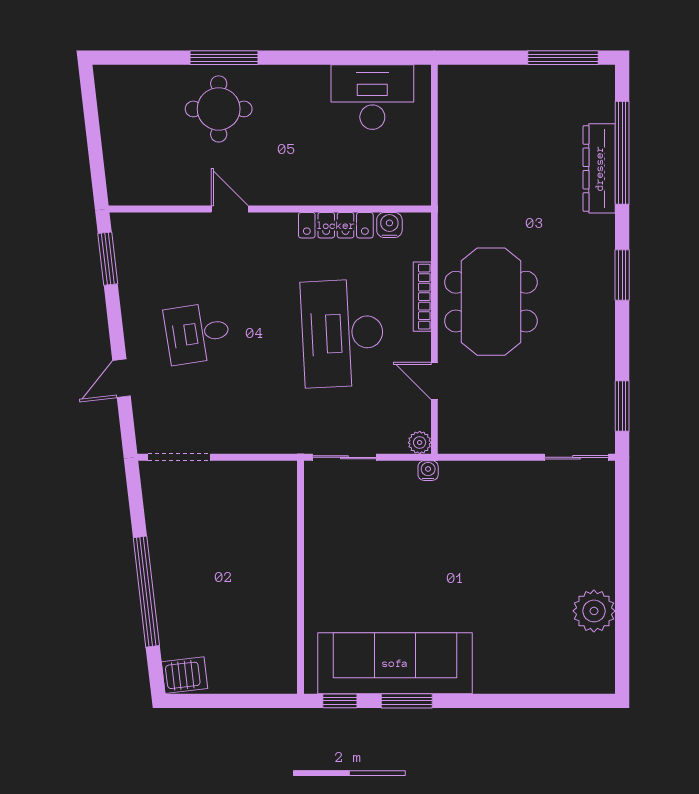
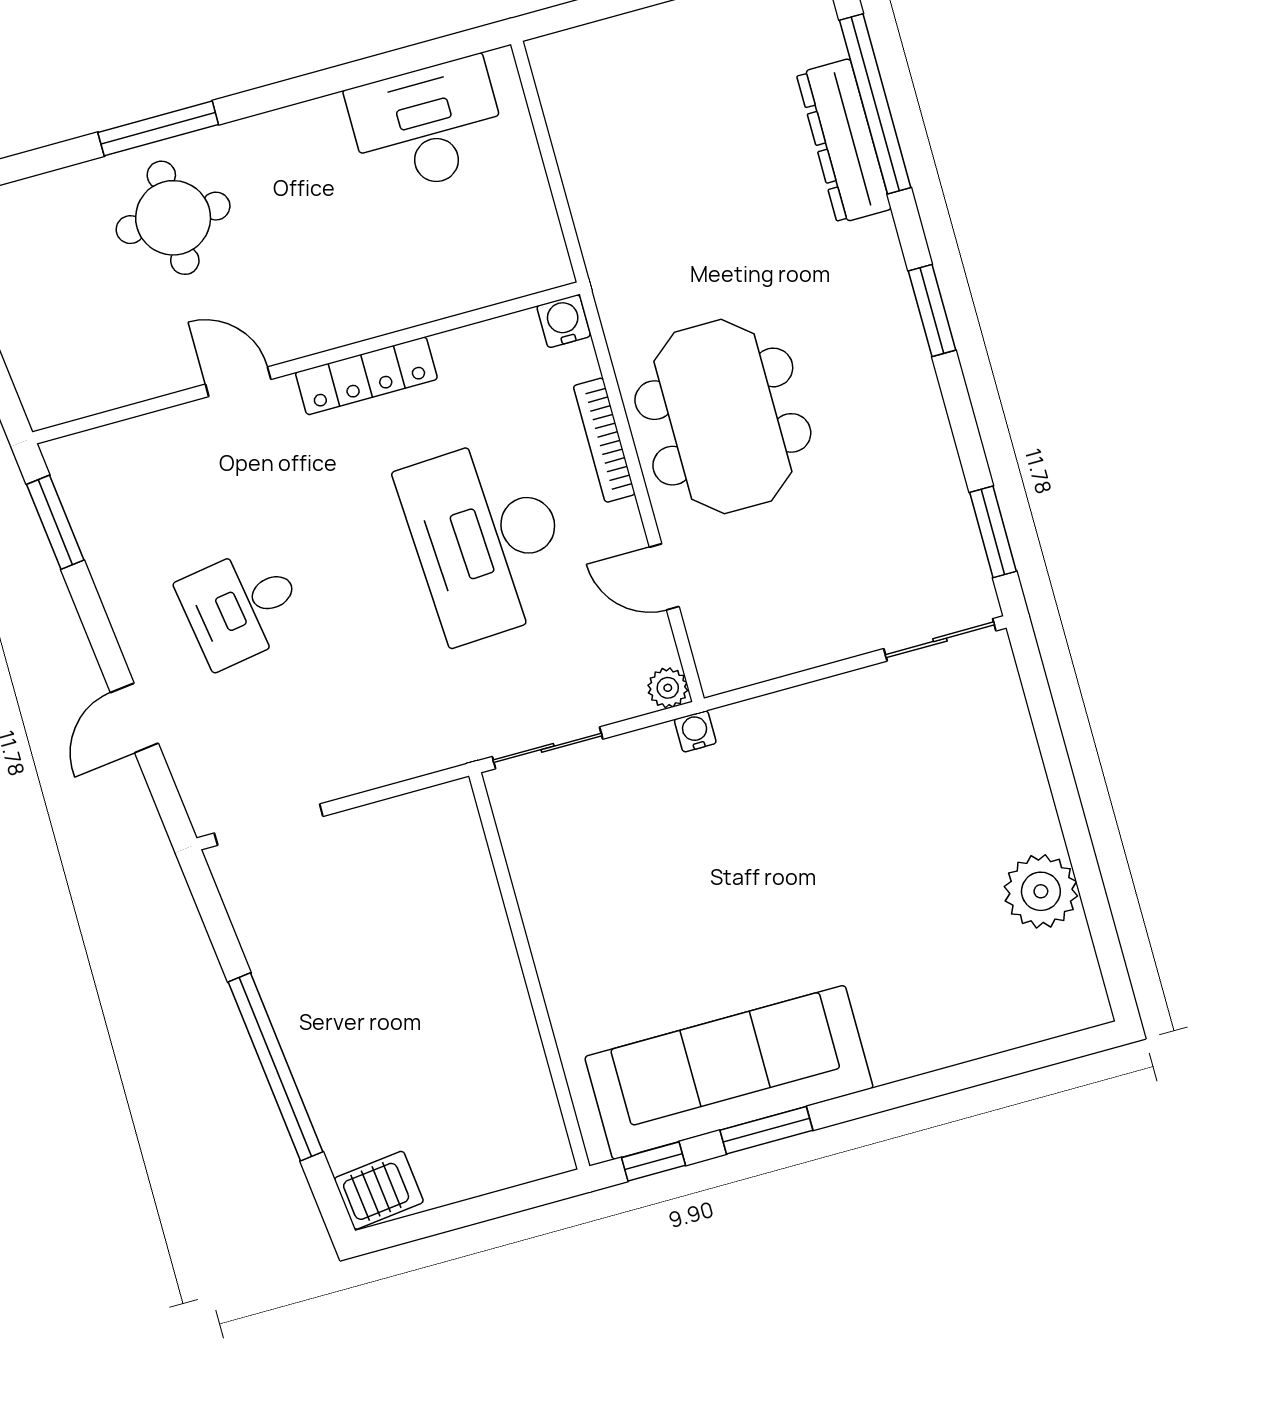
locker: (336, 225) -> (366, 376), moved
water cooler: (389, 225) -> (564, 321), moved

